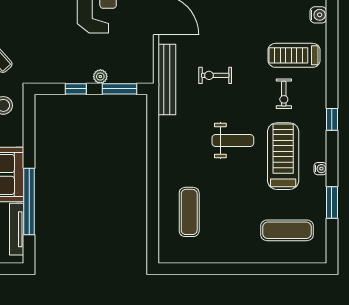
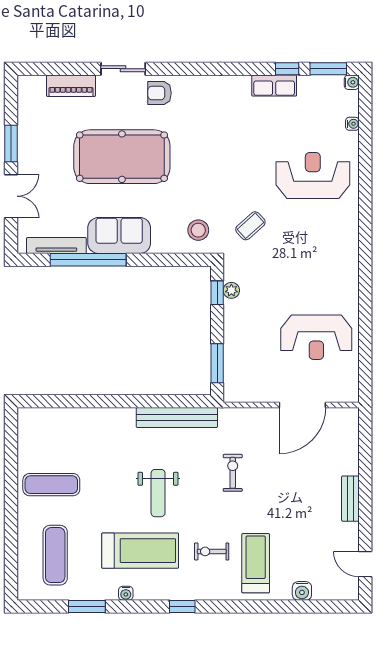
plant: (100, 77) -> (231, 290), moved
bench: (167, 80) -> (177, 417), moved
window: (76, 89) -> (217, 293), moved
exercise mat: (189, 212) -> (51, 485), moved

